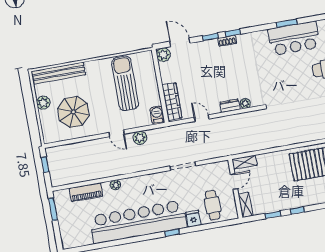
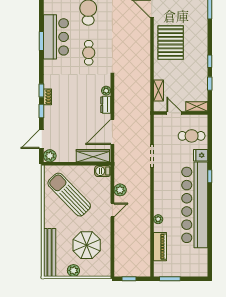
cafe table: (283, 77) -> (89, 53), added
sun lounger: (125, 83) -> (69, 195), turned 46
door: (202, 118) -> (112, 132), width x1.88
shelving: (244, 162) -> (158, 90), moved

